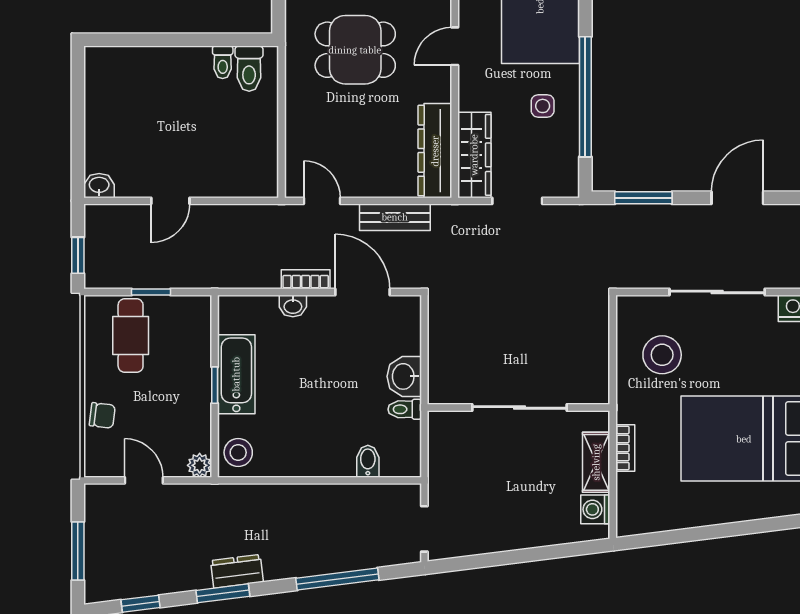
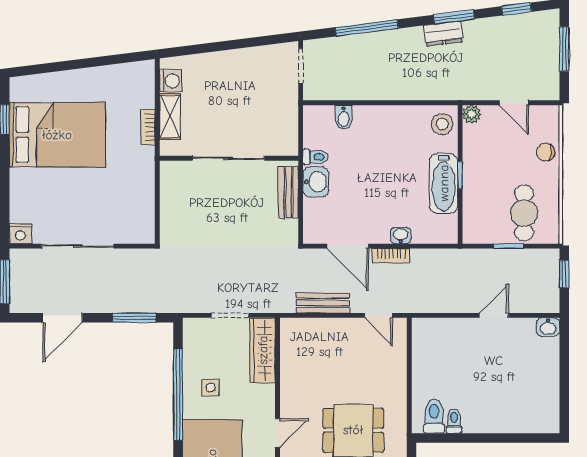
dresser: (435, 151) -> (293, 354), removed
stool: (662, 355) -> (120, 198), removed
bench: (440, 363) -> (288, 192), added

